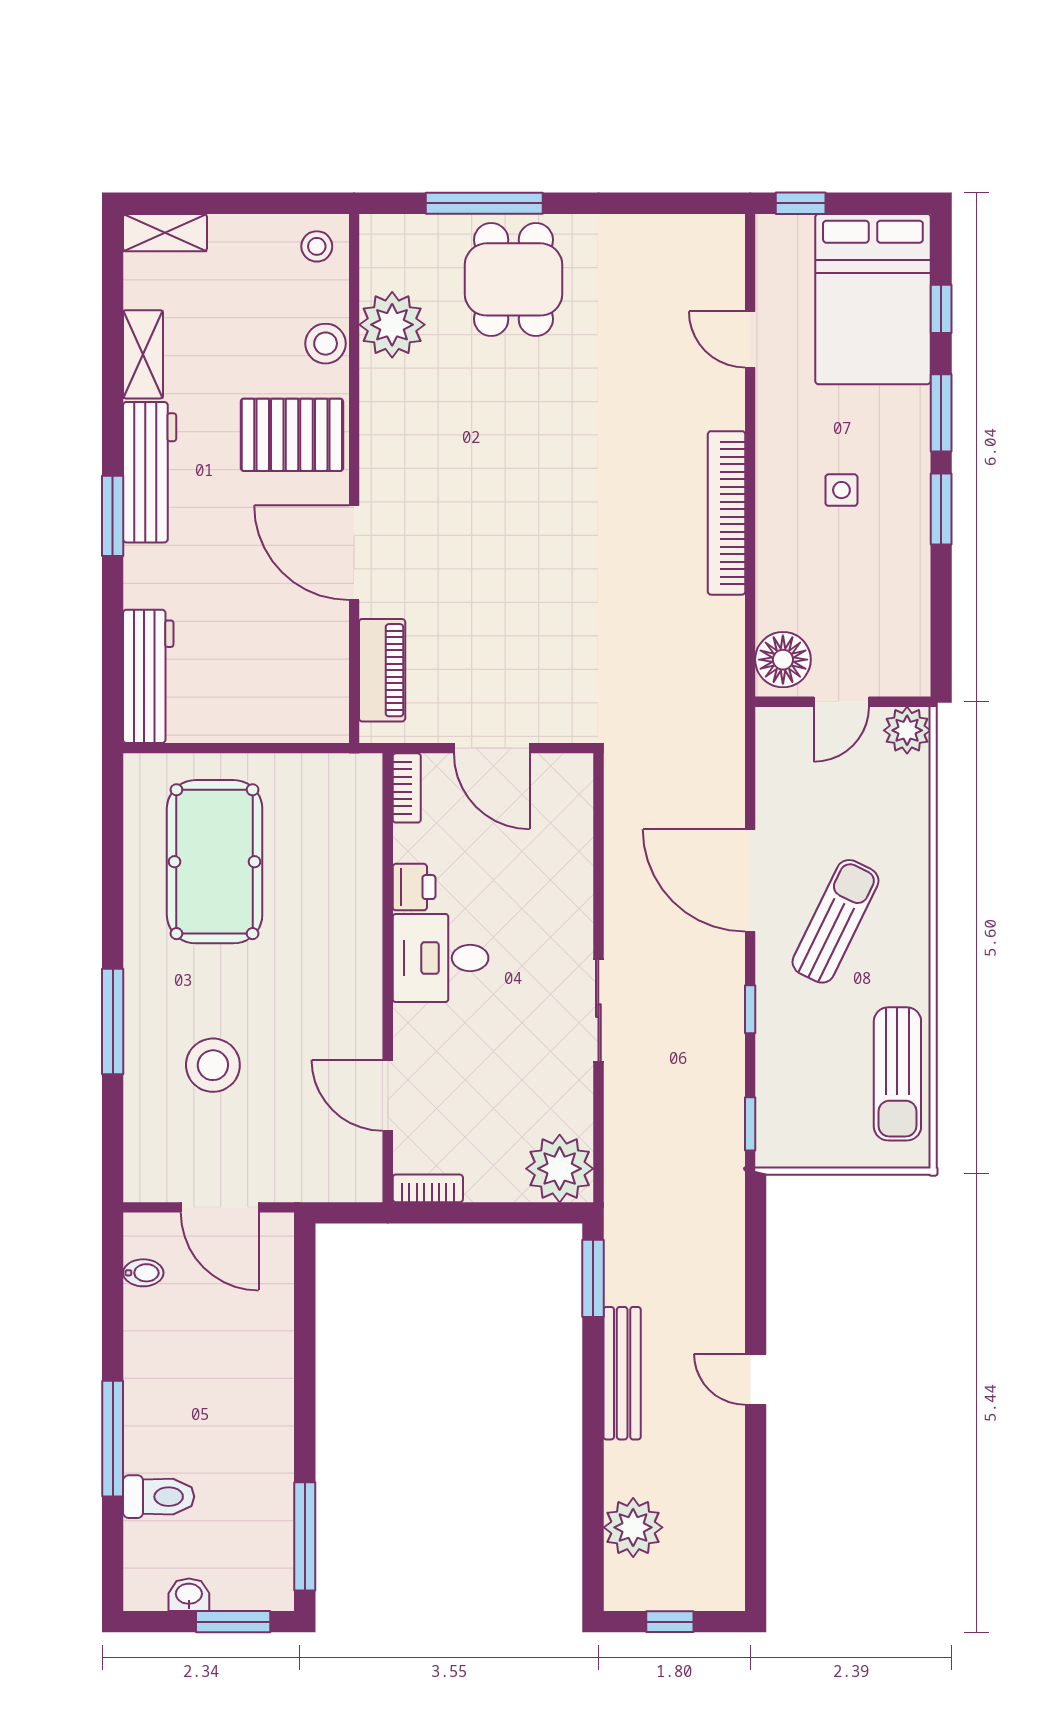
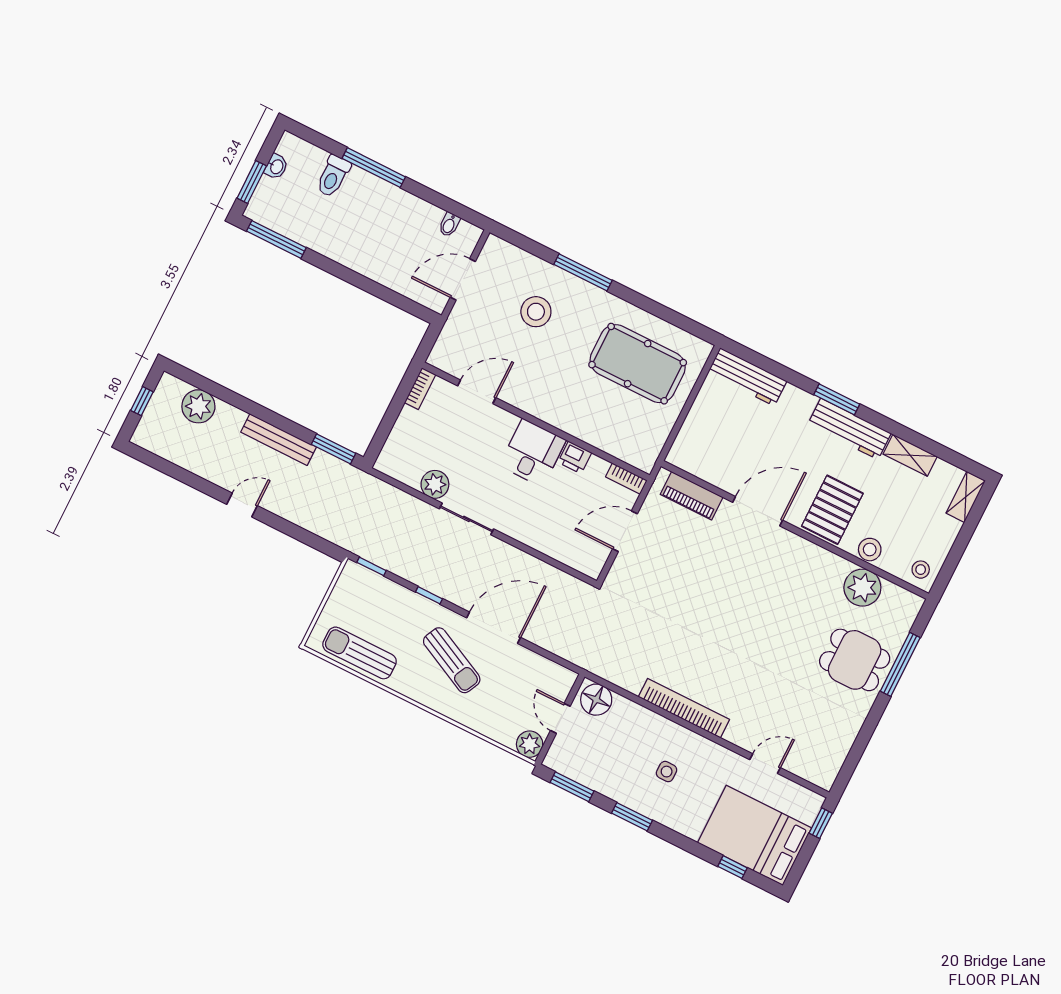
window: (941, 413) -> (572, 787), moved
plant: (560, 1169) -> (435, 484), moved, width x0.73, depth x0.73

